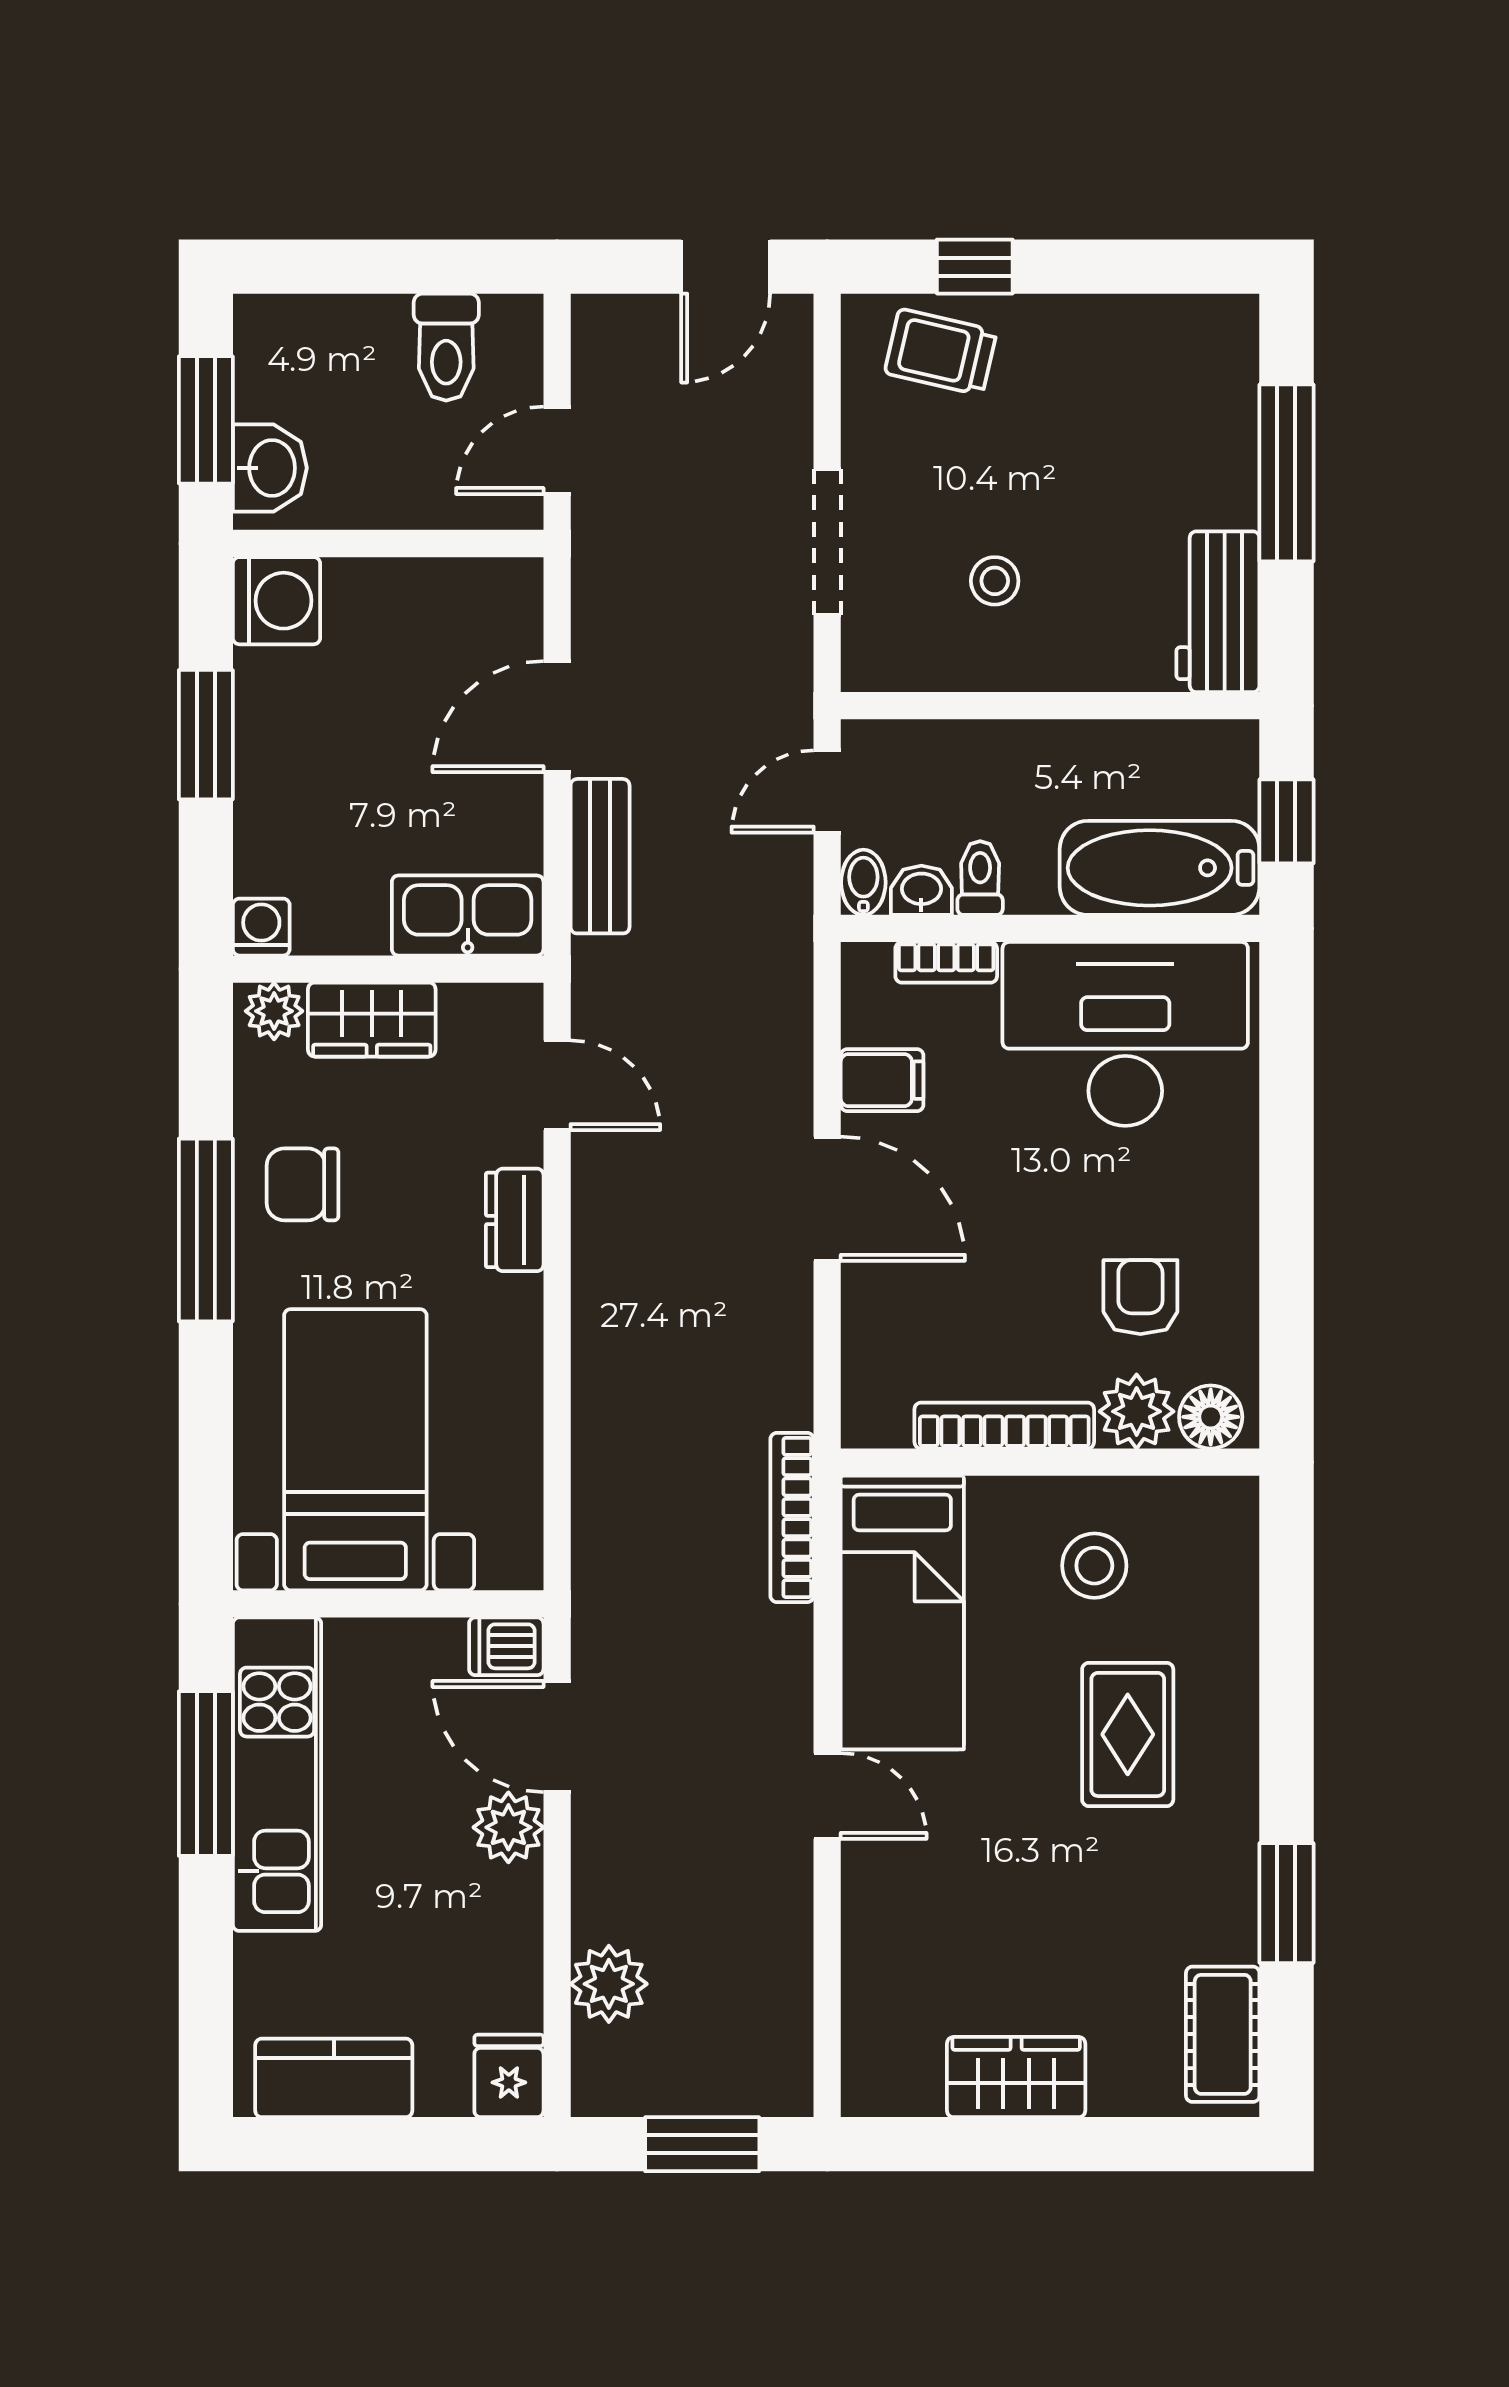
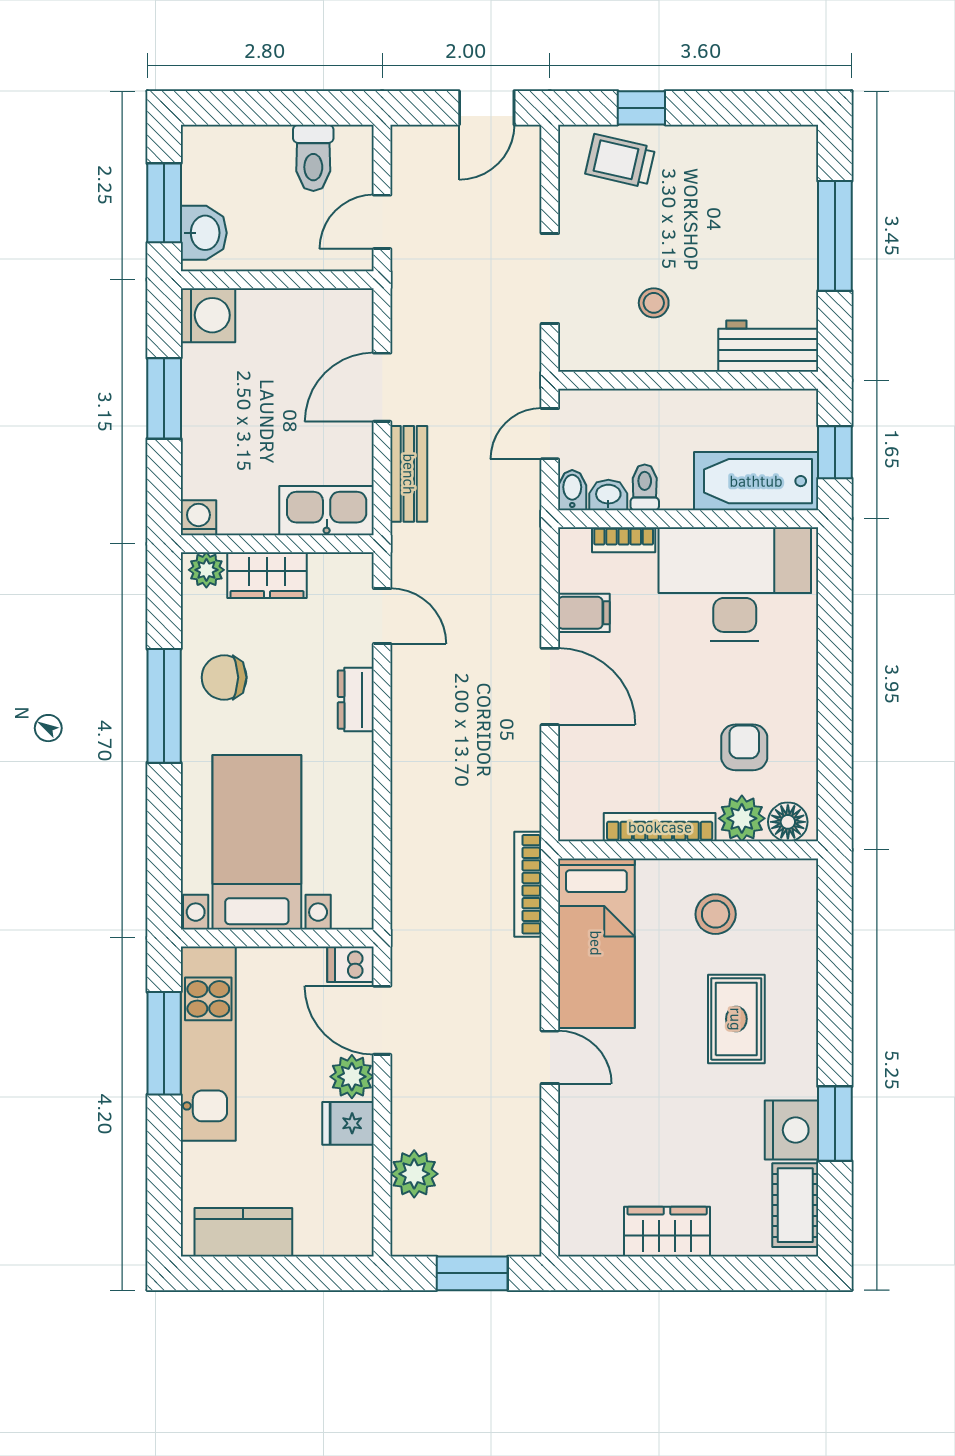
workbench: (1218, 612) -> (768, 346), moved, turned 90
nightstand: (1217, 1913) -> (791, 1130), added
fridge: (509, 2076) -> (348, 1123), moved, turned -90

